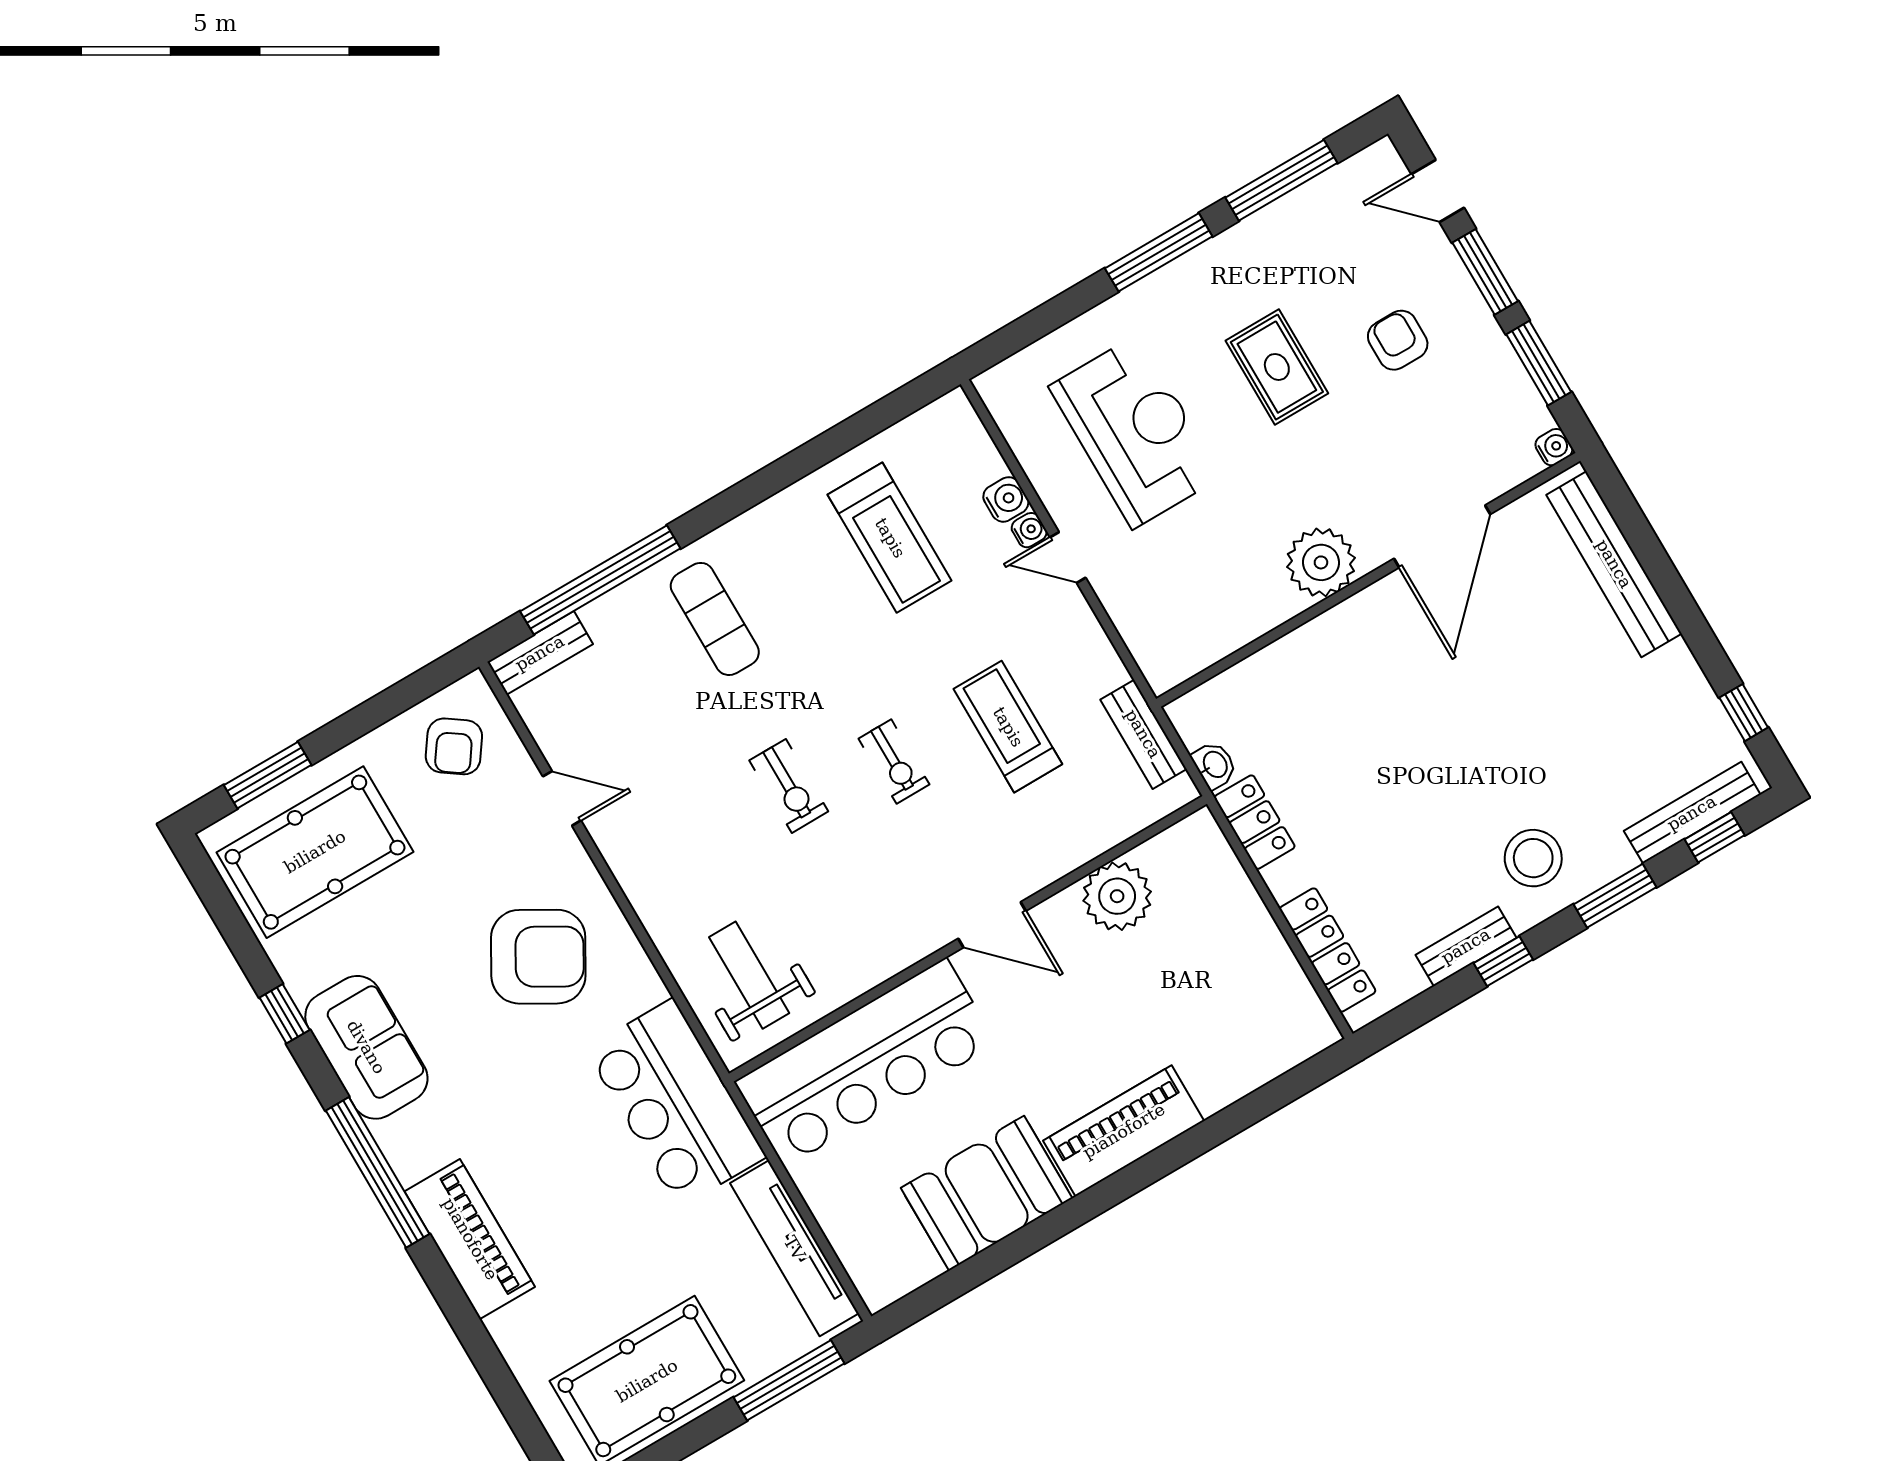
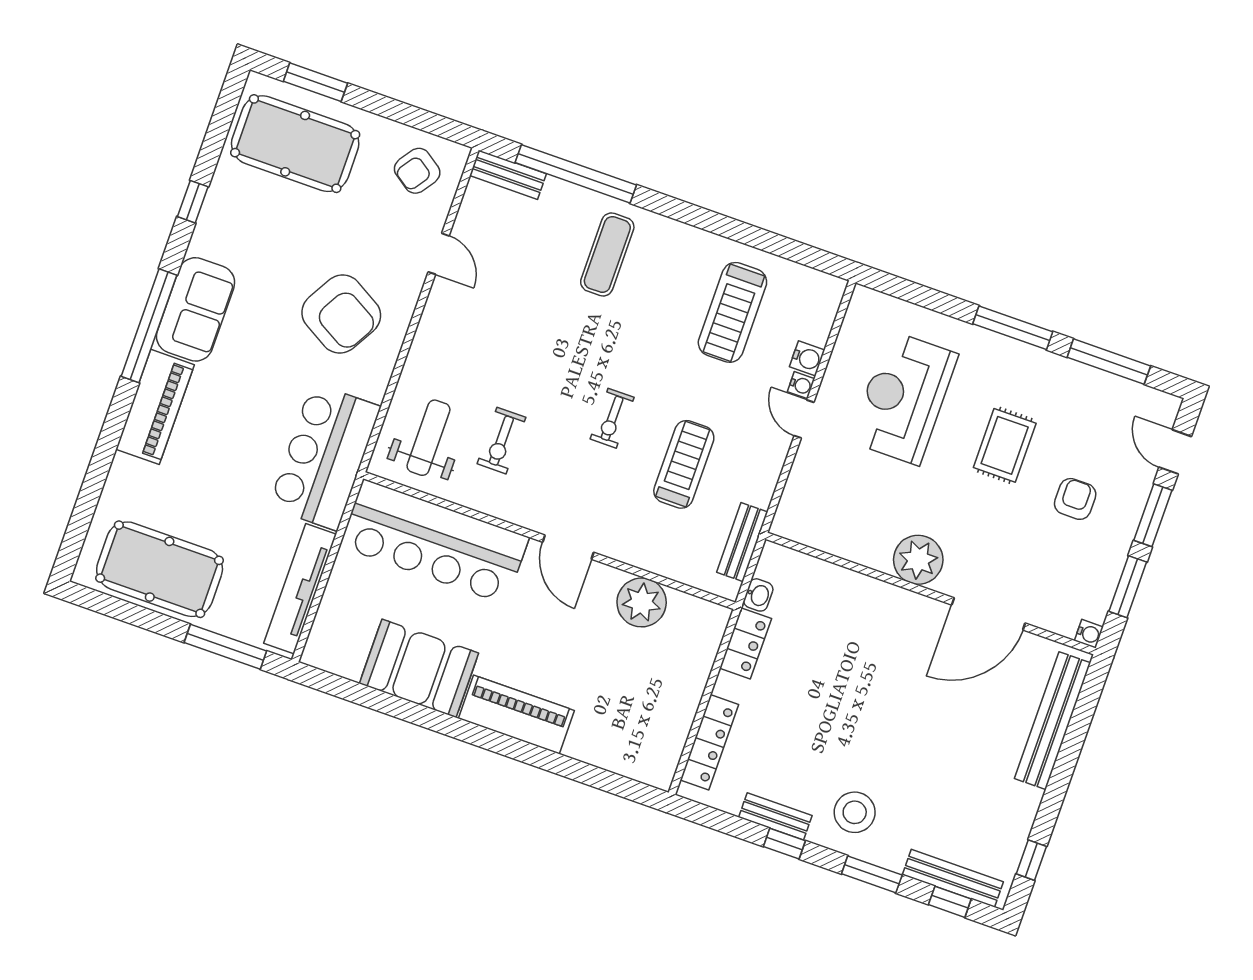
reception desk: (1135, 432) -> (904, 398), turned 180
exercise bike: (789, 786) -> (501, 441), moved
sofa: (366, 1047) -> (196, 309), moved

